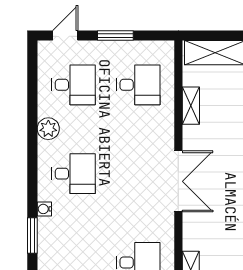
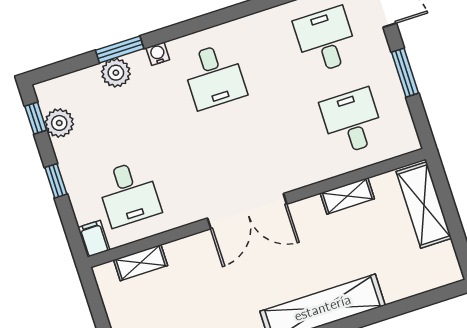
desk: (74, 85) -> (326, 40), turned 180
desk: (138, 85) -> (352, 121), turned 180
plant: (48, 129) -> (116, 73), moved

